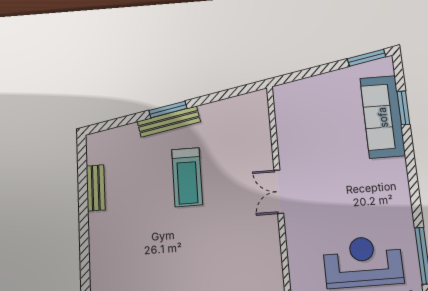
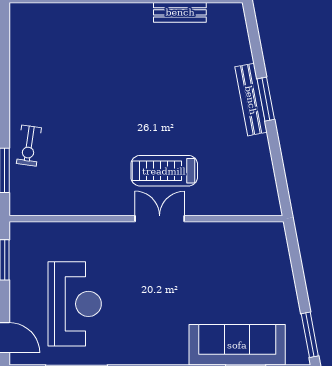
treadmill: (187, 177) -> (164, 171), moved

